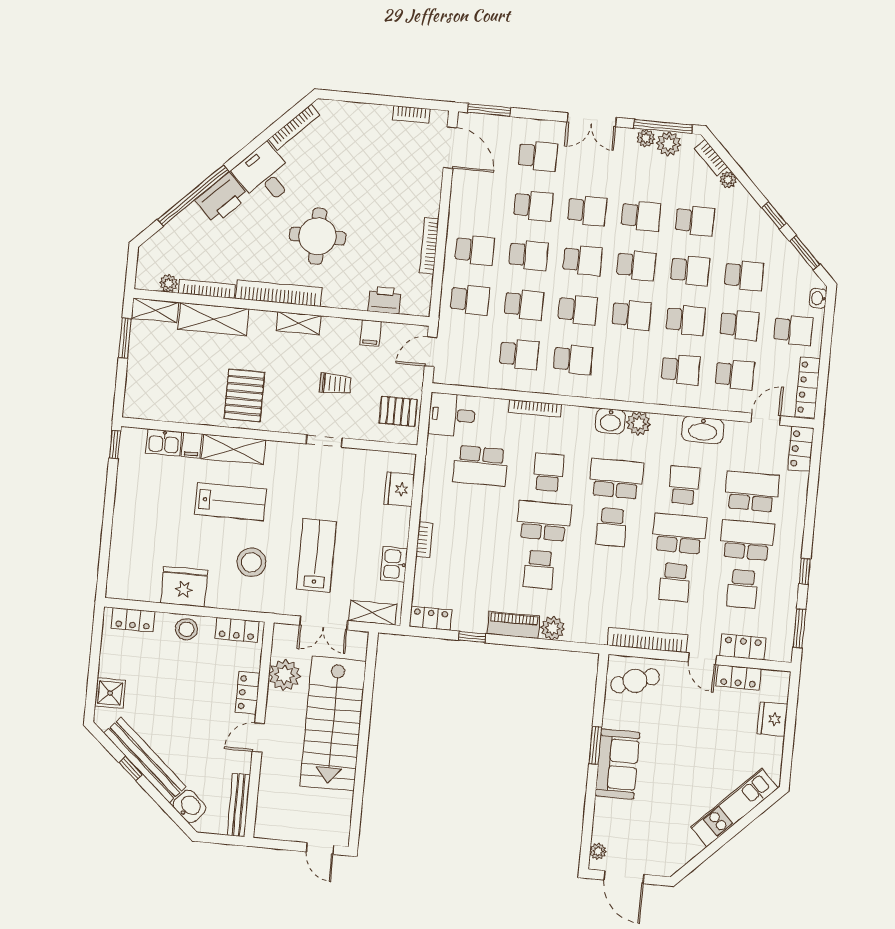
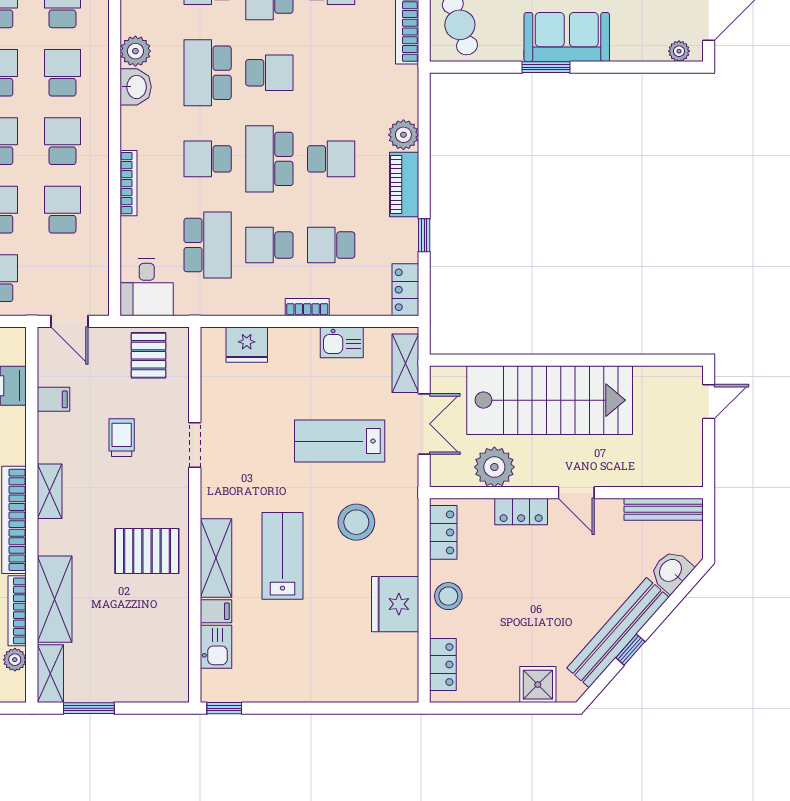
school desk: (627, 365) -> (62, 73), added
school desk: (476, 514) -> (269, 245), added
school desk: (471, 563) -> (331, 245), added

